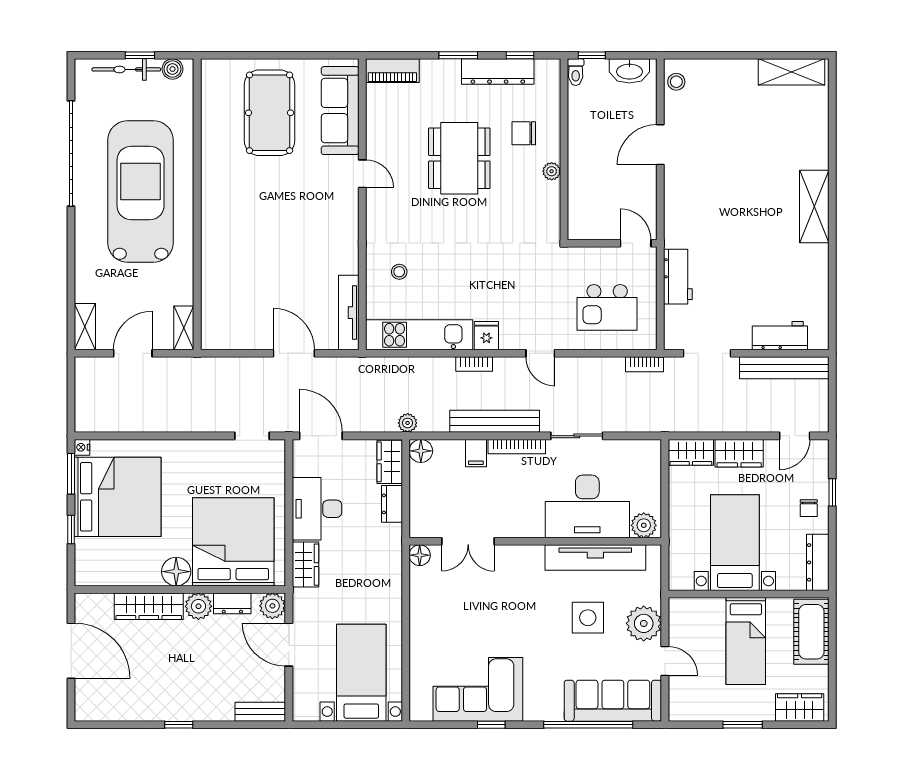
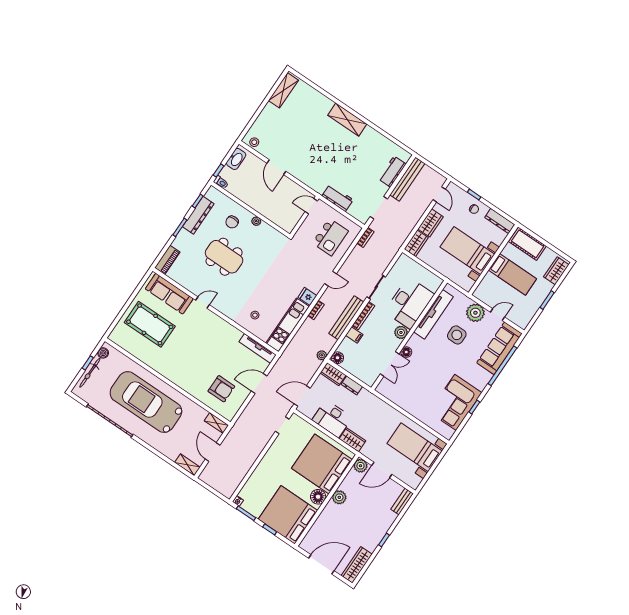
armchair: (244, 298) -> (221, 389), added
bed: (118, 497) -> (288, 515), moved, turned -90
plant: (644, 525) -> (401, 332), moved
floor lamp: (420, 555) -> (406, 352), moved
dresser: (232, 603) -> (348, 482), removed
wardrobe: (149, 606) -> (357, 565), moved, turned 180

